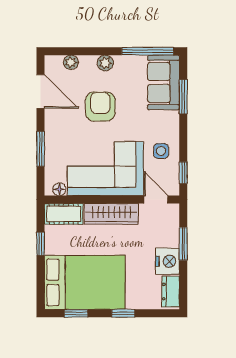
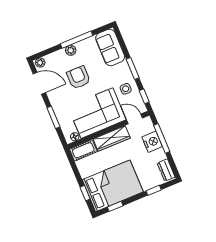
window: (148, 51) -> (77, 40), moved
plant: (71, 62) -> (40, 63), moved
window: (183, 97) -> (133, 68), moved
window: (41, 244) -> (85, 193), moved
window: (183, 244) -> (162, 138), width x1.44
nightstand: (167, 261) -> (152, 142), moved
window: (123, 313) -> (154, 190), moved

